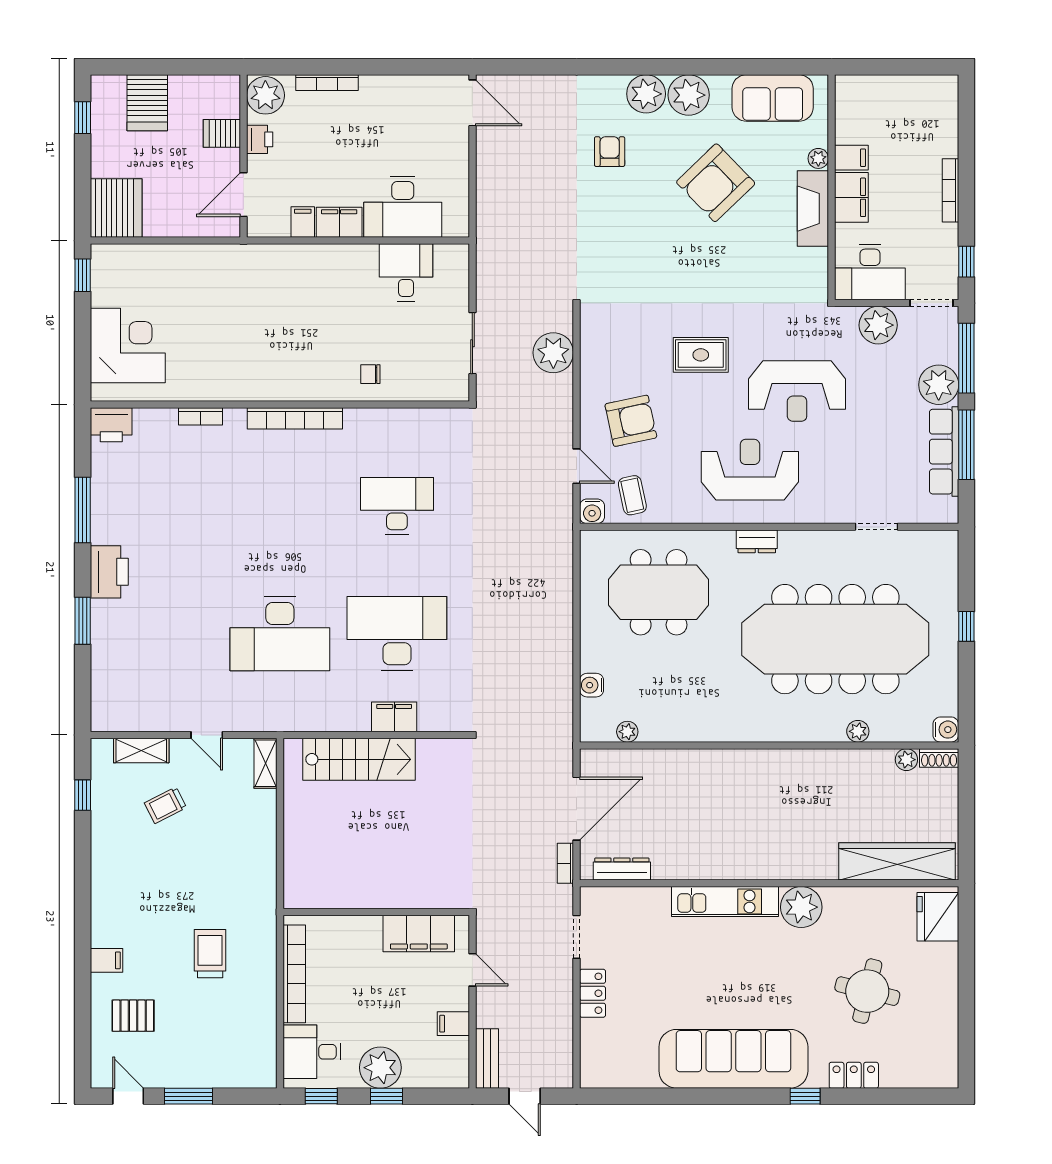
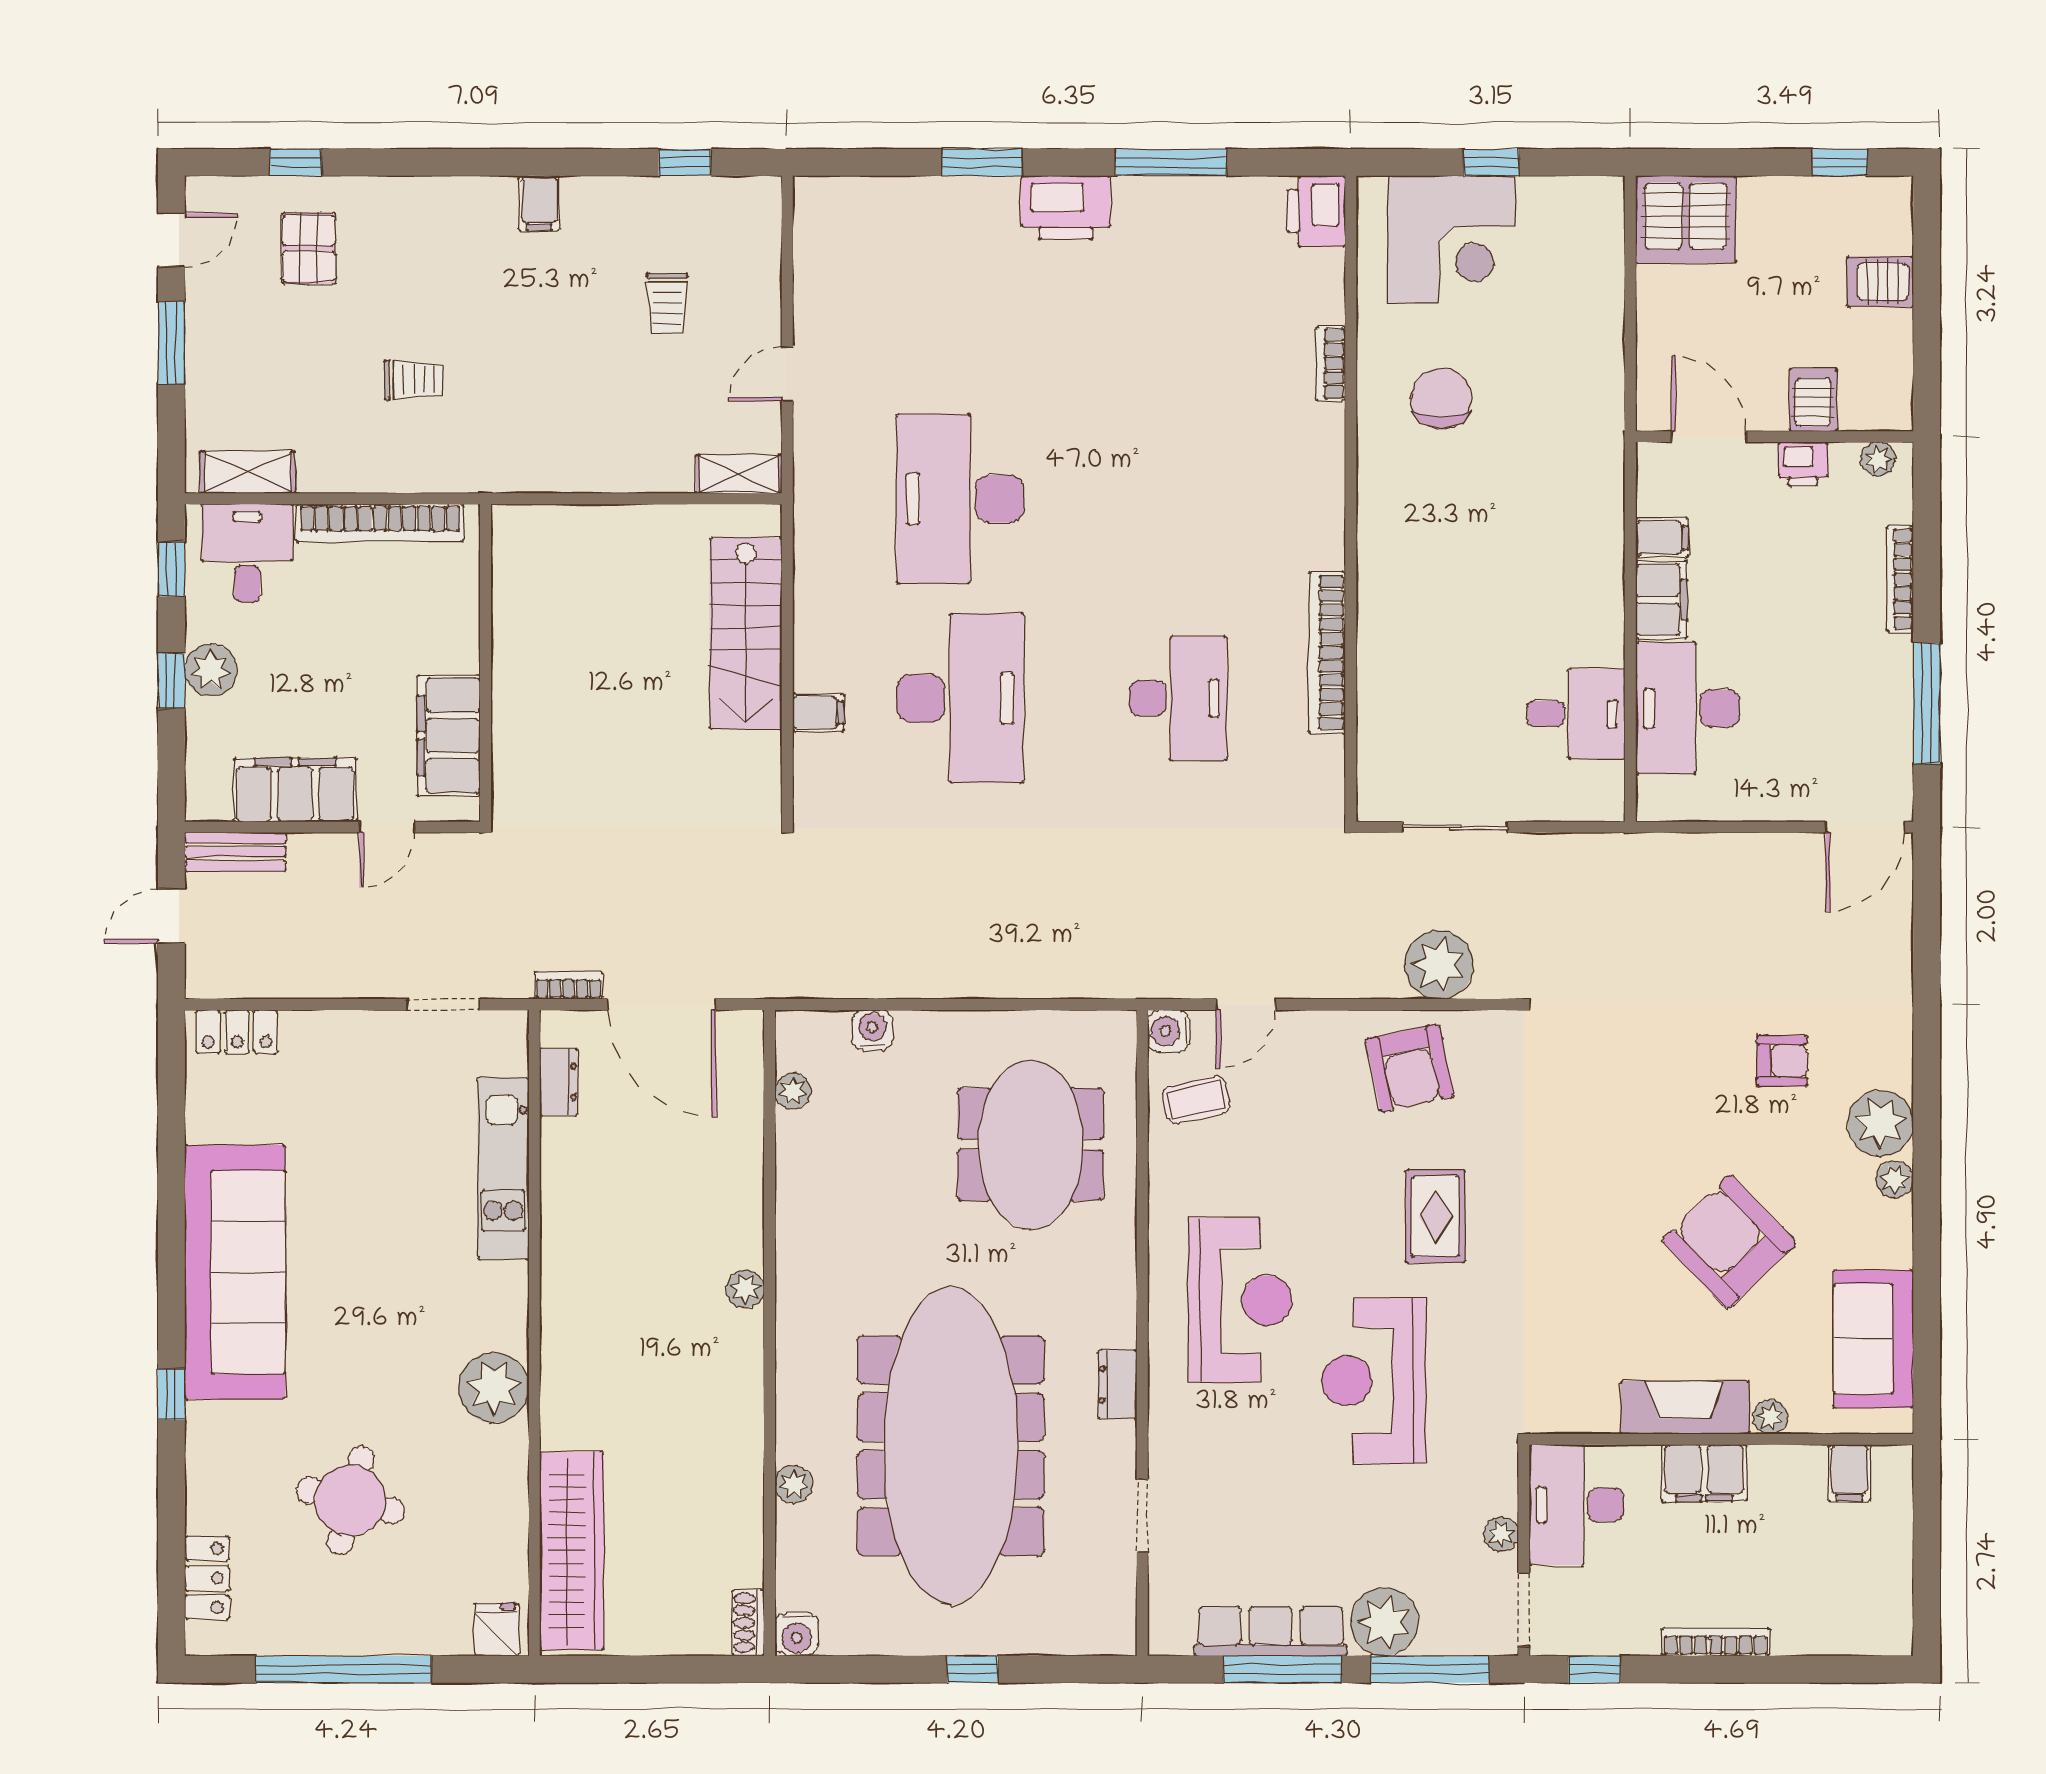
window: (400, 67) -> (1927, 703), added
plant: (265, 95) -> (1878, 459), width x0.53, depth x0.53
plant: (689, 95) -> (1895, 1179), width x0.53, depth x0.53
server rack: (147, 103) -> (1880, 282), width x0.73, depth x0.70
filing cabinet: (851, 158) -> (1849, 1473), moved
window: (83, 275) -> (1491, 162), moved
plant: (878, 325) -> (1501, 1534), width x0.53, depth x0.53
chair: (370, 374) -> (1441, 398), moved, width x1.87, depth x1.87
bookcase: (295, 418) -> (1327, 653), moved
armchair: (631, 421) -> (1410, 1068), moved
dresser: (757, 541) -> (1117, 1385), moved
filing cabinet: (394, 717) -> (818, 713), width x0.50
shelving: (141, 751) -> (248, 472), moved, turned 90
plant: (906, 760) -> (745, 1289), moved
trolley: (165, 805) -> (668, 304), turned -153
dresser: (622, 869) -> (559, 1082), width x0.70
kitchen unit: (725, 902) -> (503, 1169), moved
fridge: (938, 917) -> (497, 1630), width x0.53, depth x0.75
trolley: (210, 954) -> (414, 380), width x0.73, depth x0.72
filing cabinet: (107, 960) -> (539, 203), moved
locker: (593, 993) -> (237, 1032), moved
window: (966, 995) -> (343, 1669), added
window: (83, 1023) -> (295, 162), added
filing cabinet: (453, 1024) -> (295, 790), width x3.00, depth x1.17
plant: (380, 1068) -> (211, 670), width x0.73, depth x0.73
locker: (854, 1075) -> (207, 1578), moved

